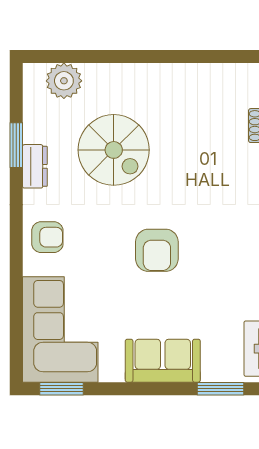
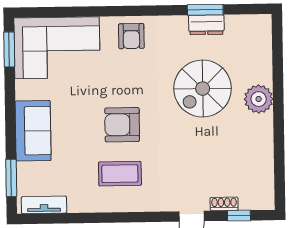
plant: (64, 81) -> (259, 99), moved
dresser: (35, 166) -> (206, 25), moved
coffee table: (218, 254) -> (120, 174), added

